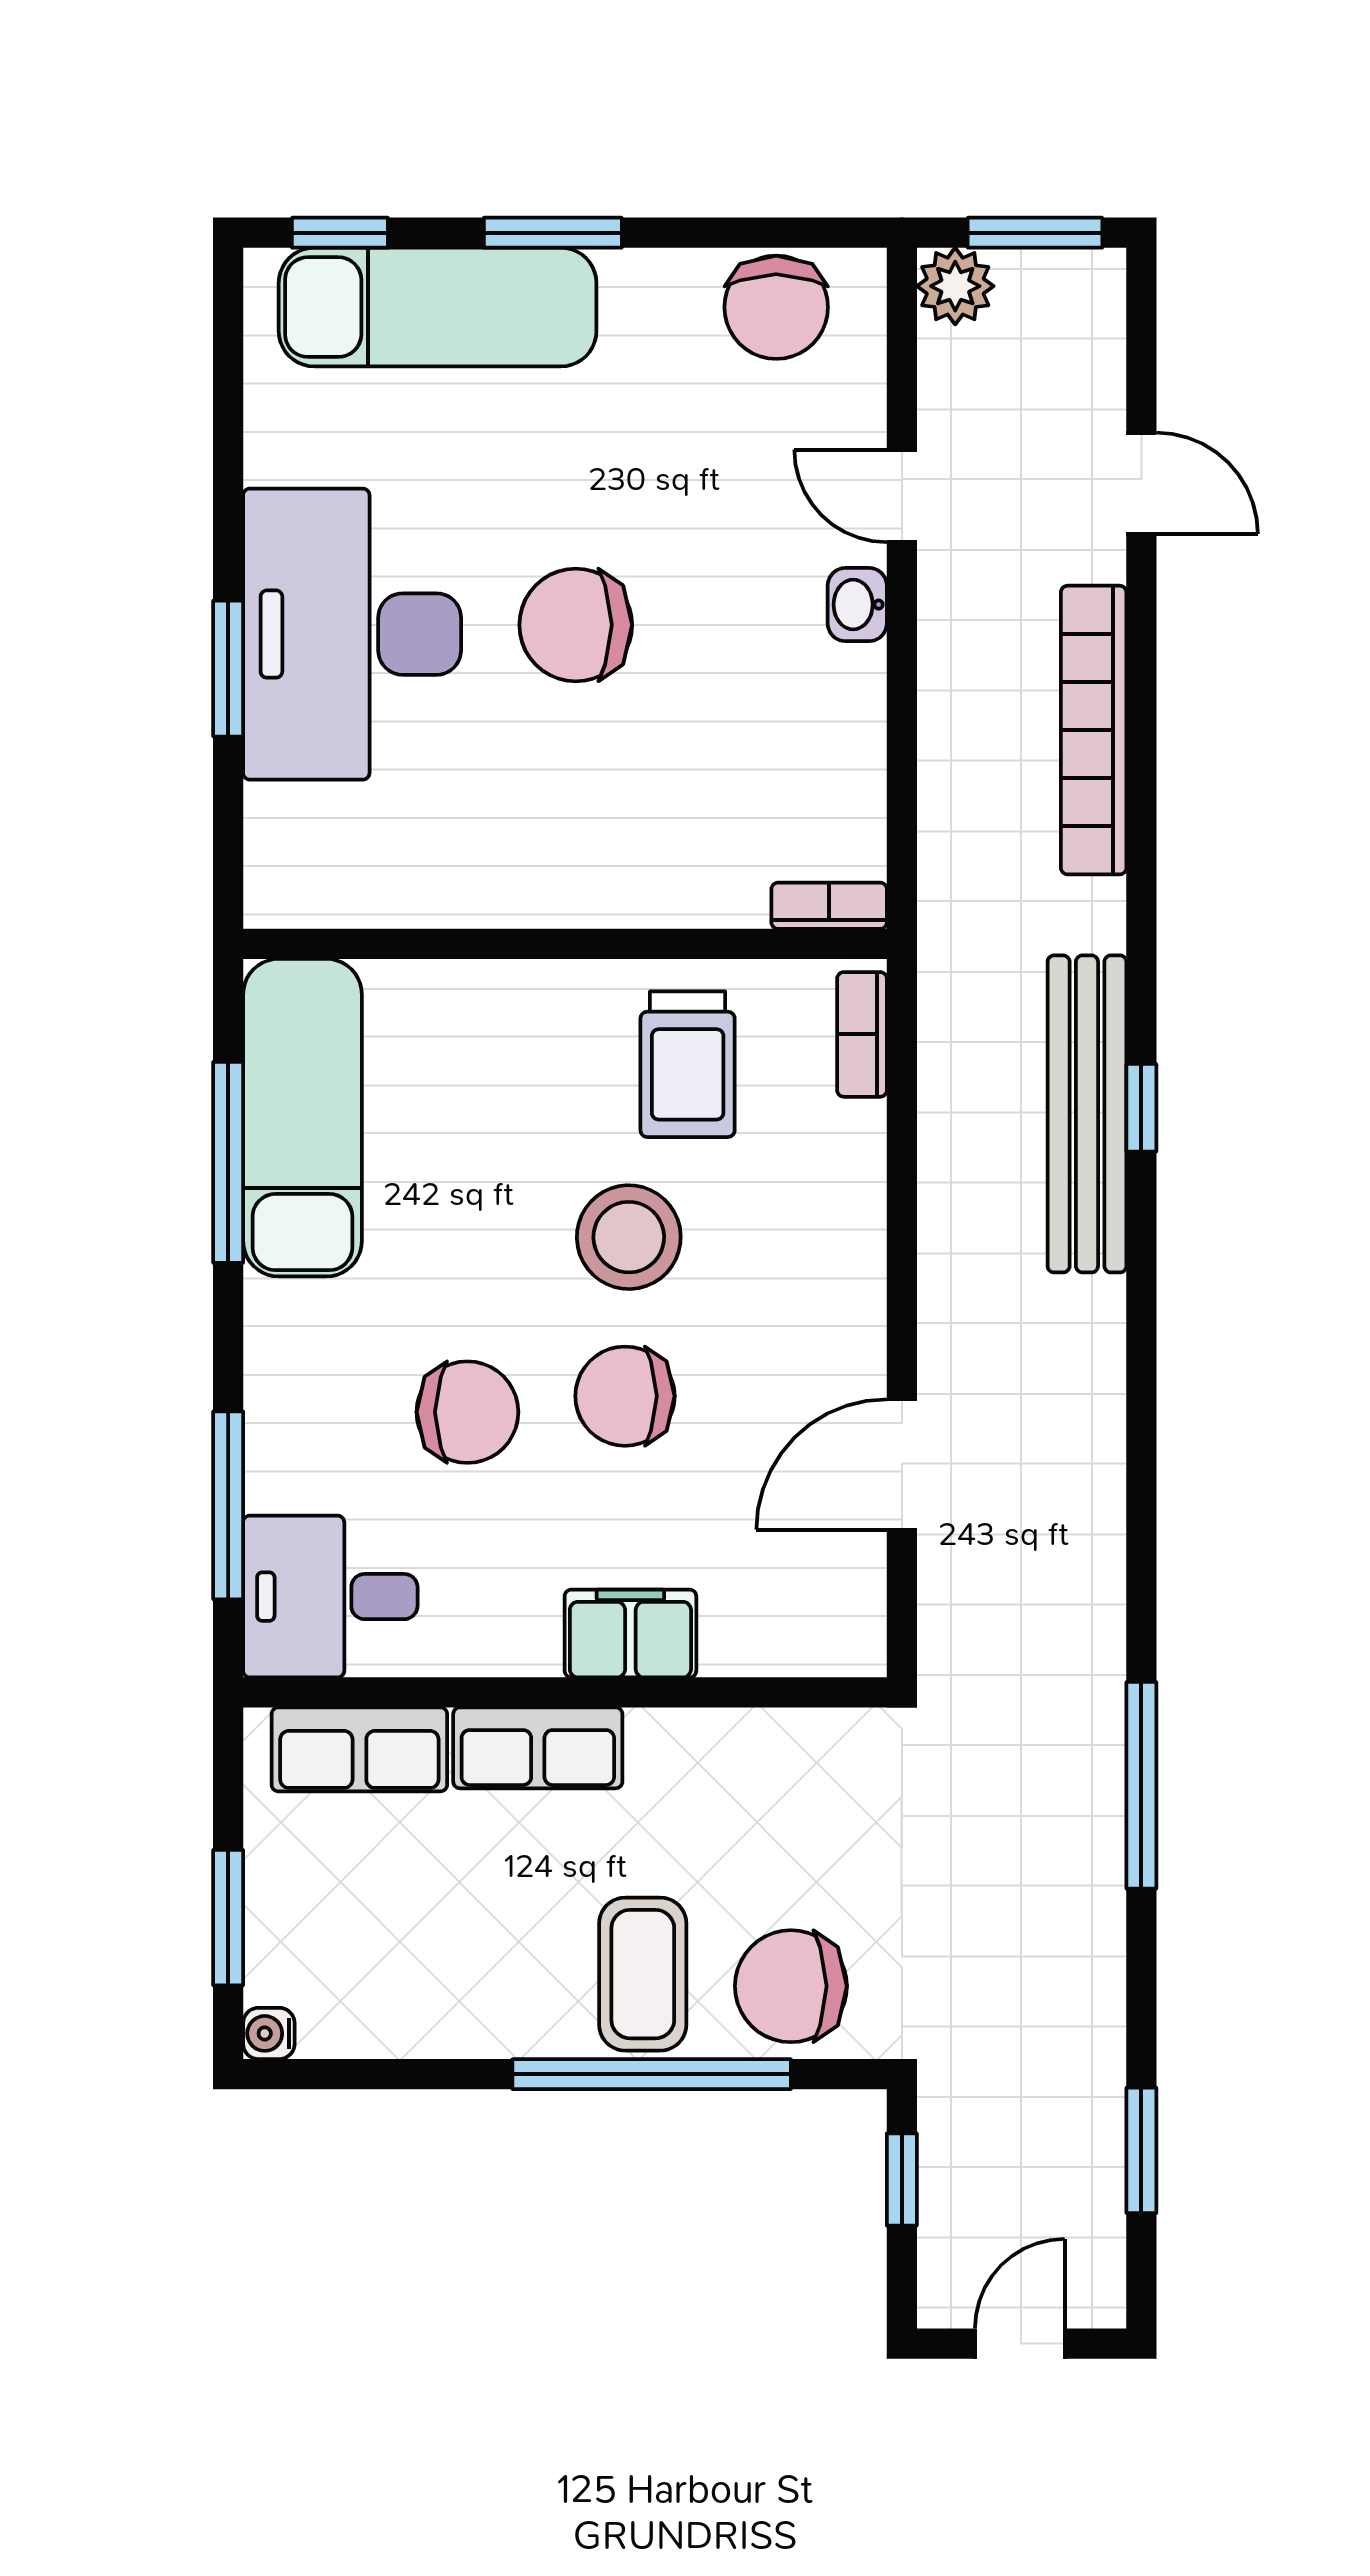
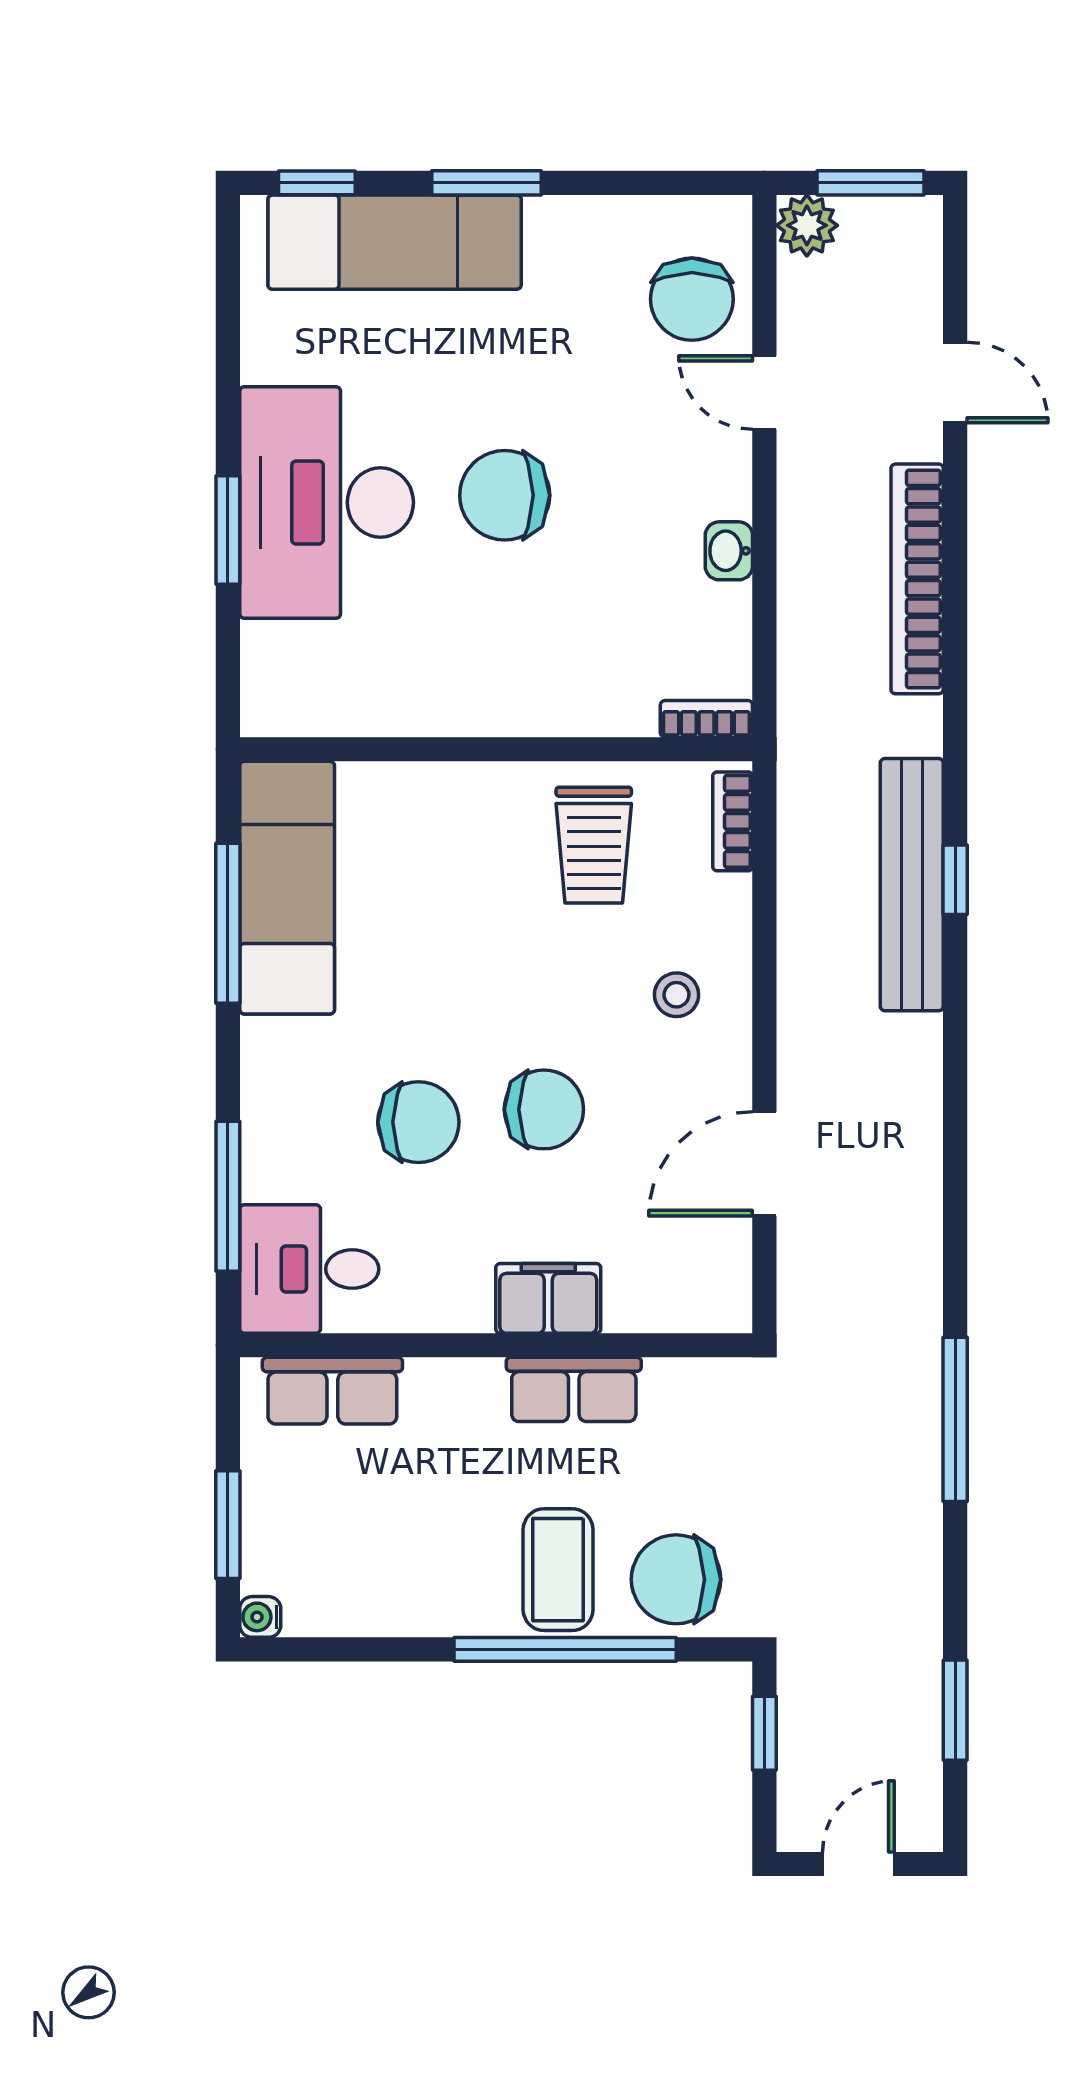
chair: (776, 307) -> (692, 299), moved
washbasin: (857, 605) -> (729, 551), moved
stool: (629, 1237) -> (677, 995), moved, width x0.53, depth x0.53
chair: (625, 1396) -> (544, 1109), turned 180
row of seats: (538, 1748) -> (574, 1389), moved

